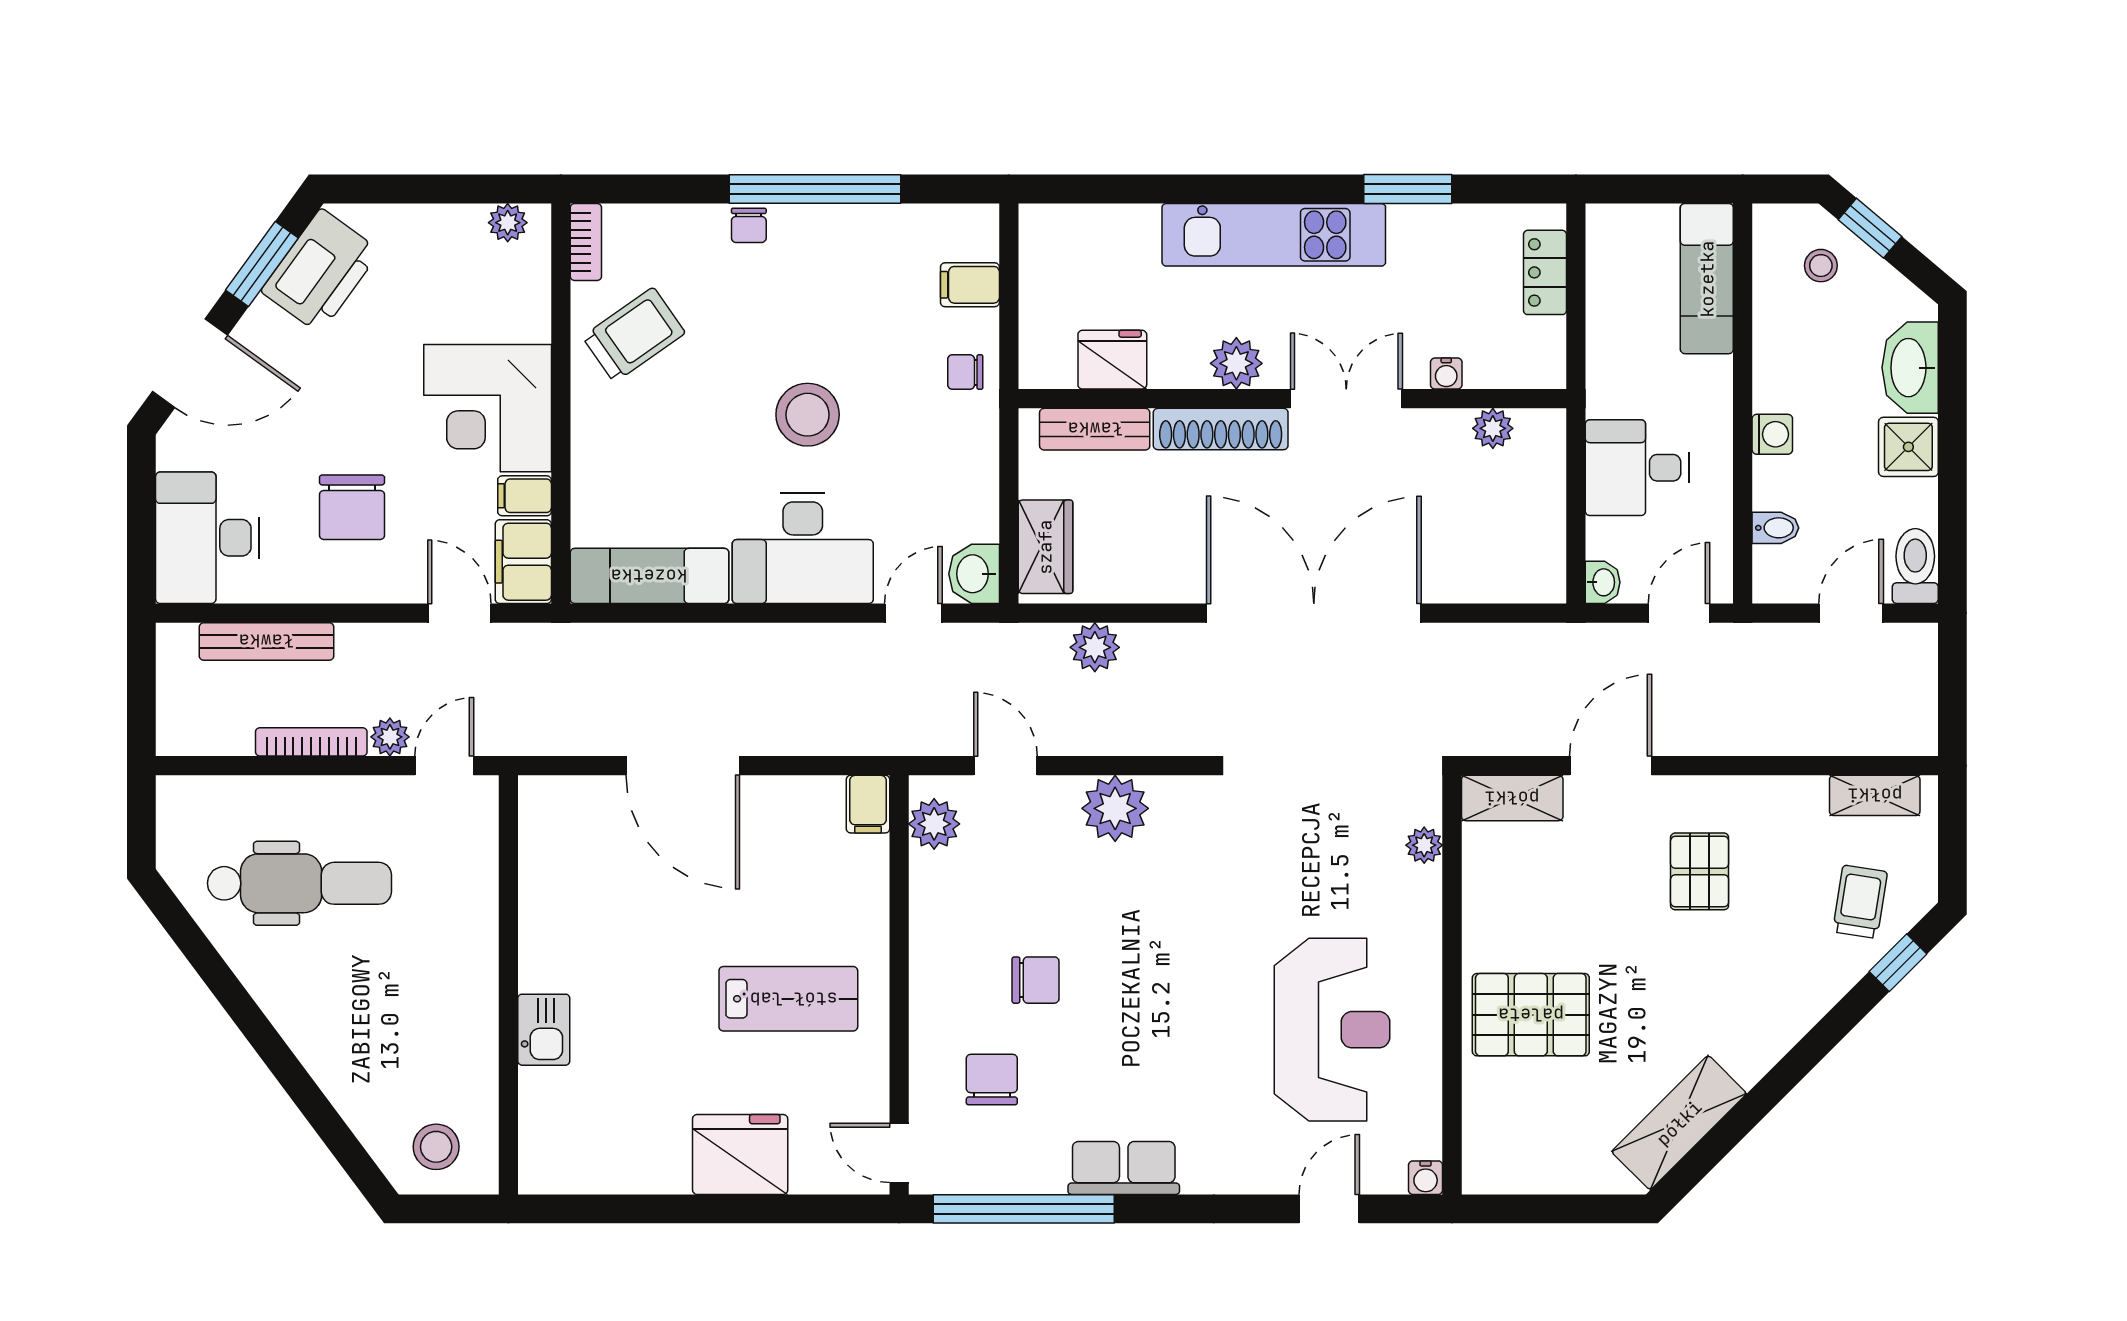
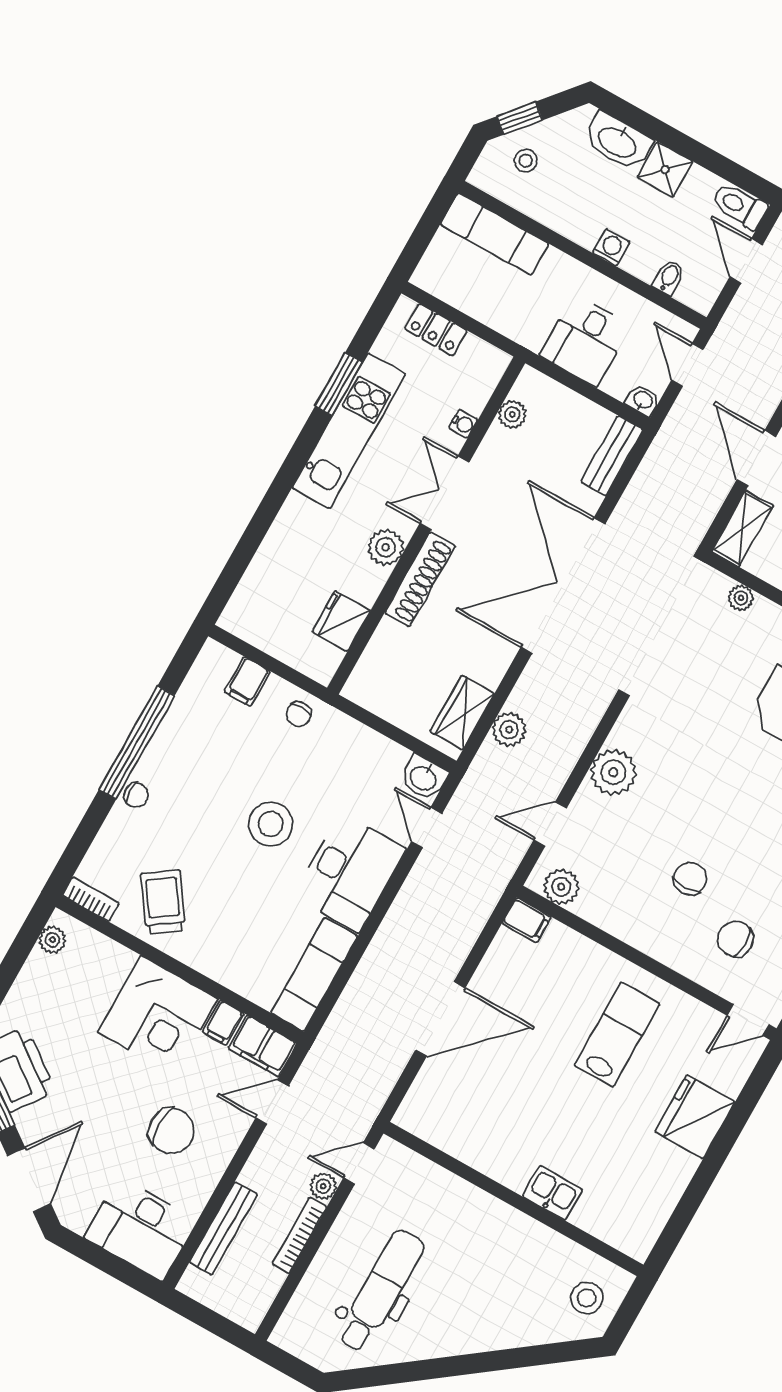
kitchen unit: (1274, 235) -> (349, 431), moved
bench: (1095, 429) -> (612, 456), moved
wardrobe: (1045, 547) -> (462, 713), moved, turned -90
door: (444, 766) -> (359, 1163), hinge flipped

